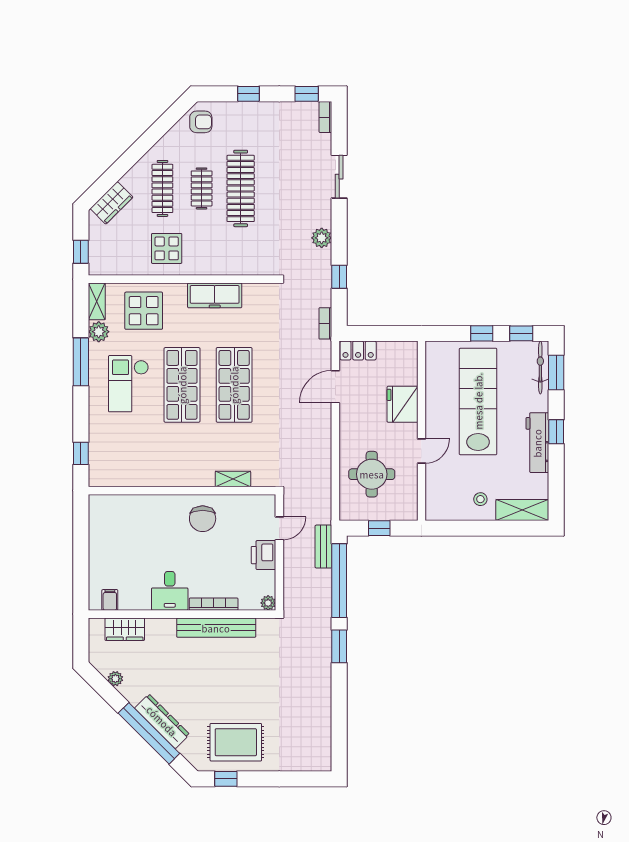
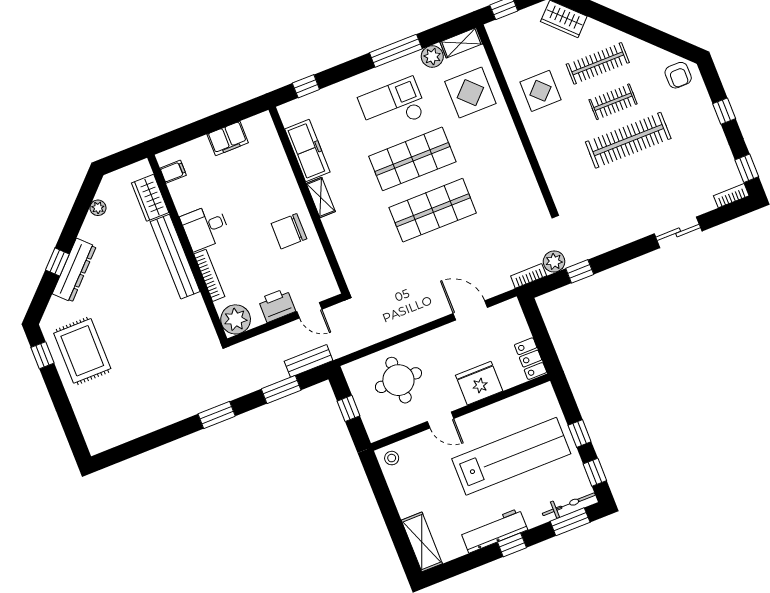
plant: (322, 238) -> (554, 262), moved
freezer: (215, 295) -> (307, 151), moved, turned 180
locker: (358, 350) -> (531, 359), moved
shelving: (233, 479) -> (321, 197), moved
stool: (480, 499) -> (392, 458), moved
filing cabinet: (100, 540) -> (228, 138), added
window: (339, 581) -> (281, 390), width x0.47
plant: (268, 603) -> (236, 319), width x1.87, depth x1.87
bench: (216, 628) -> (175, 257), moved
window: (149, 733) -> (57, 262), width x0.32

